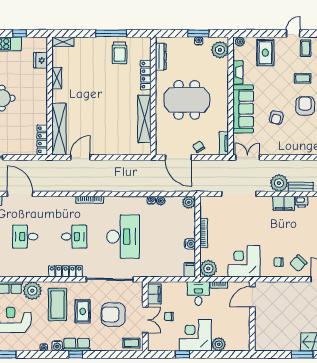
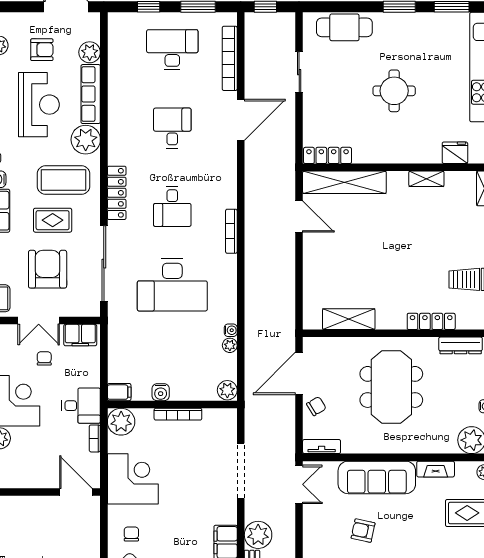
shelving: (144, 119) -> (349, 319), width x0.68

